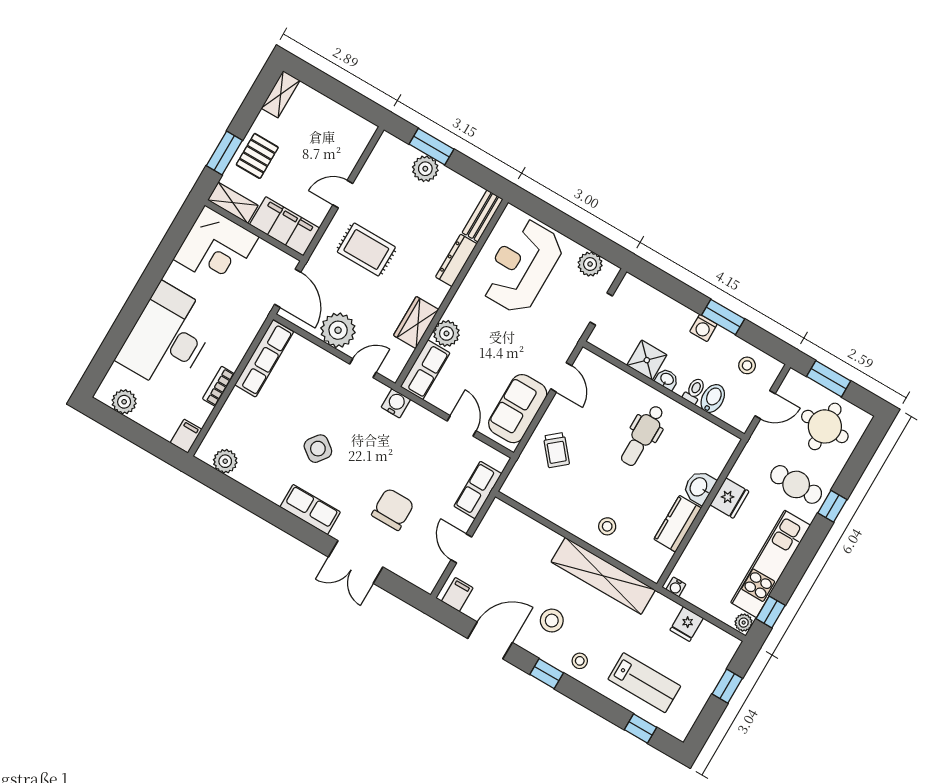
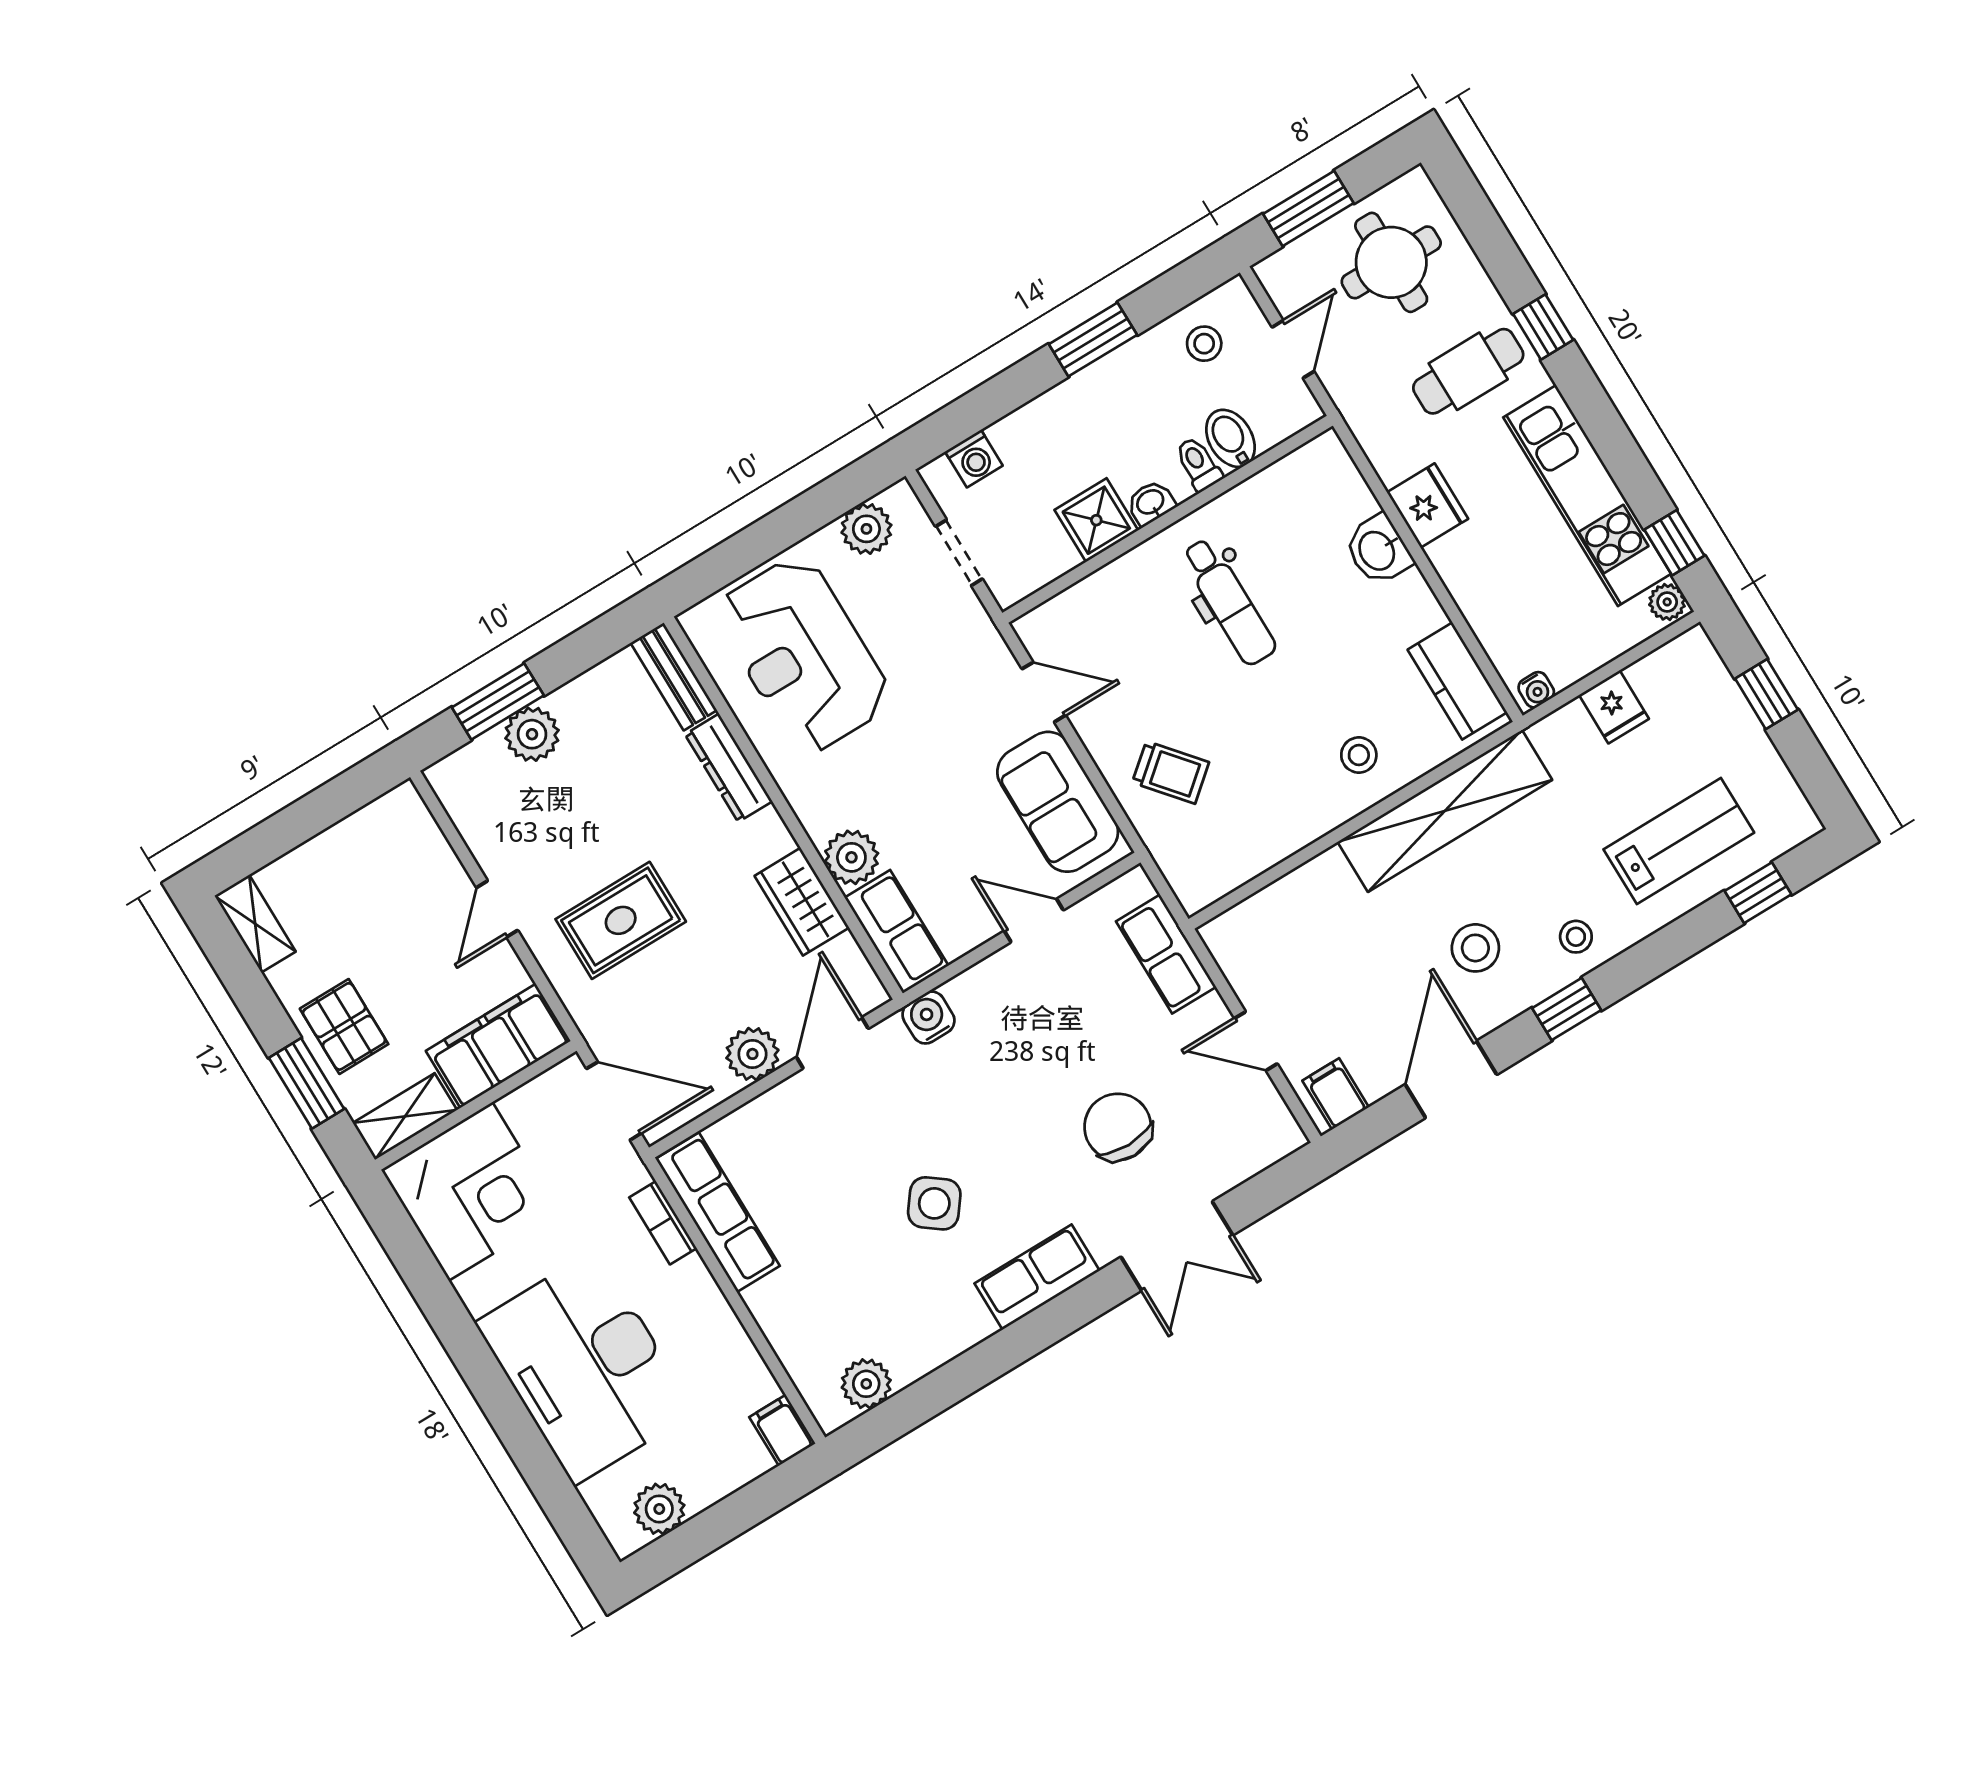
washing machine: (703, 328) -> (974, 459), moved
plant: (338, 330) -> (752, 1054), width x0.73, depth x0.73
door: (363, 368) -> (832, 1043), width x1.38
bookcase: (218, 386) -> (663, 1223), moved
kitchen counter: (678, 524) -> (1457, 681), moved

